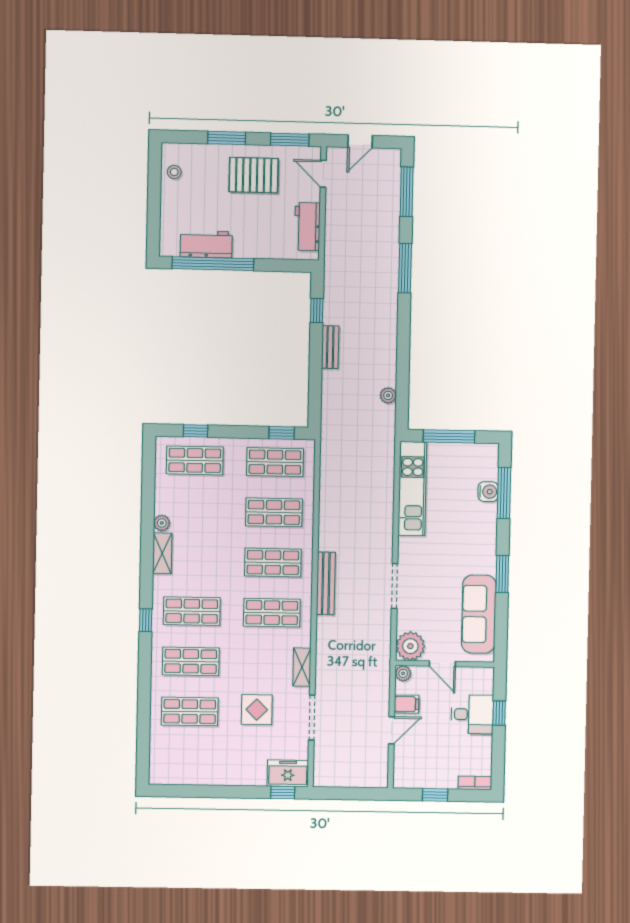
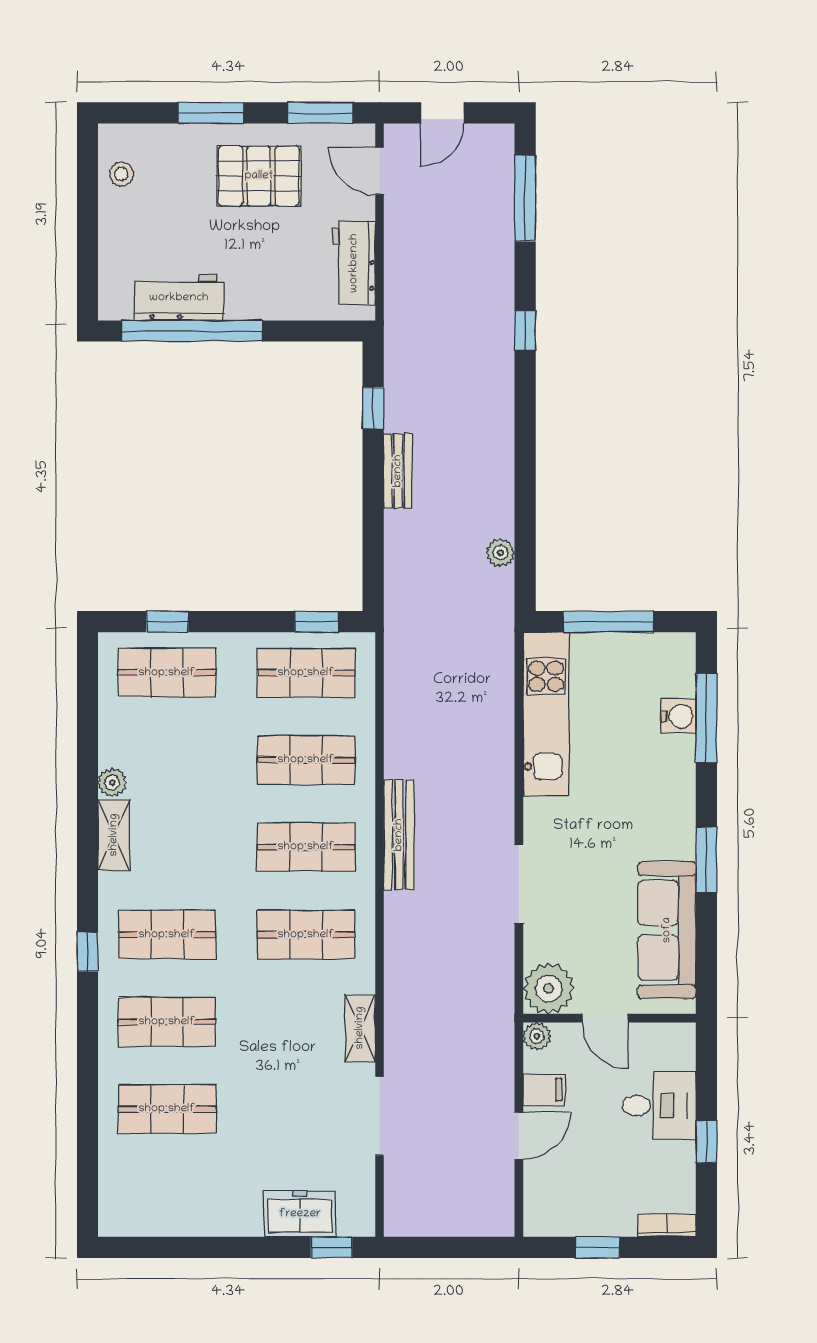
window: (405, 268) -> (525, 331), width x0.46
bench: (326, 583) -> (399, 835), moved
display table: (257, 710) -> (283, 1104), removed
window: (499, 713) -> (706, 1142), moved
freezer: (288, 773) -> (300, 1214), moved

